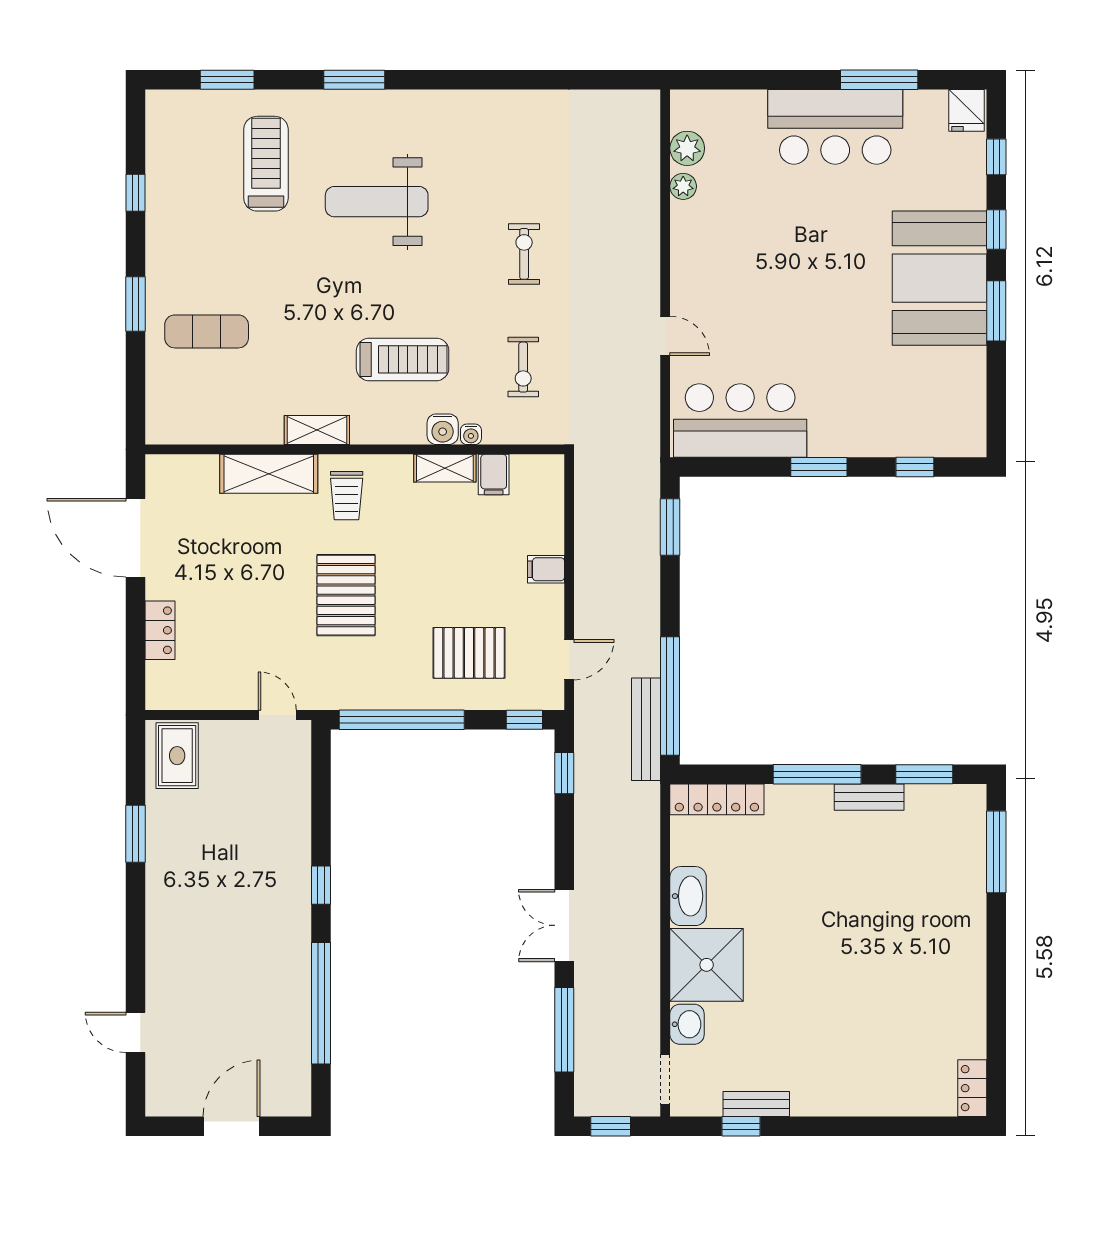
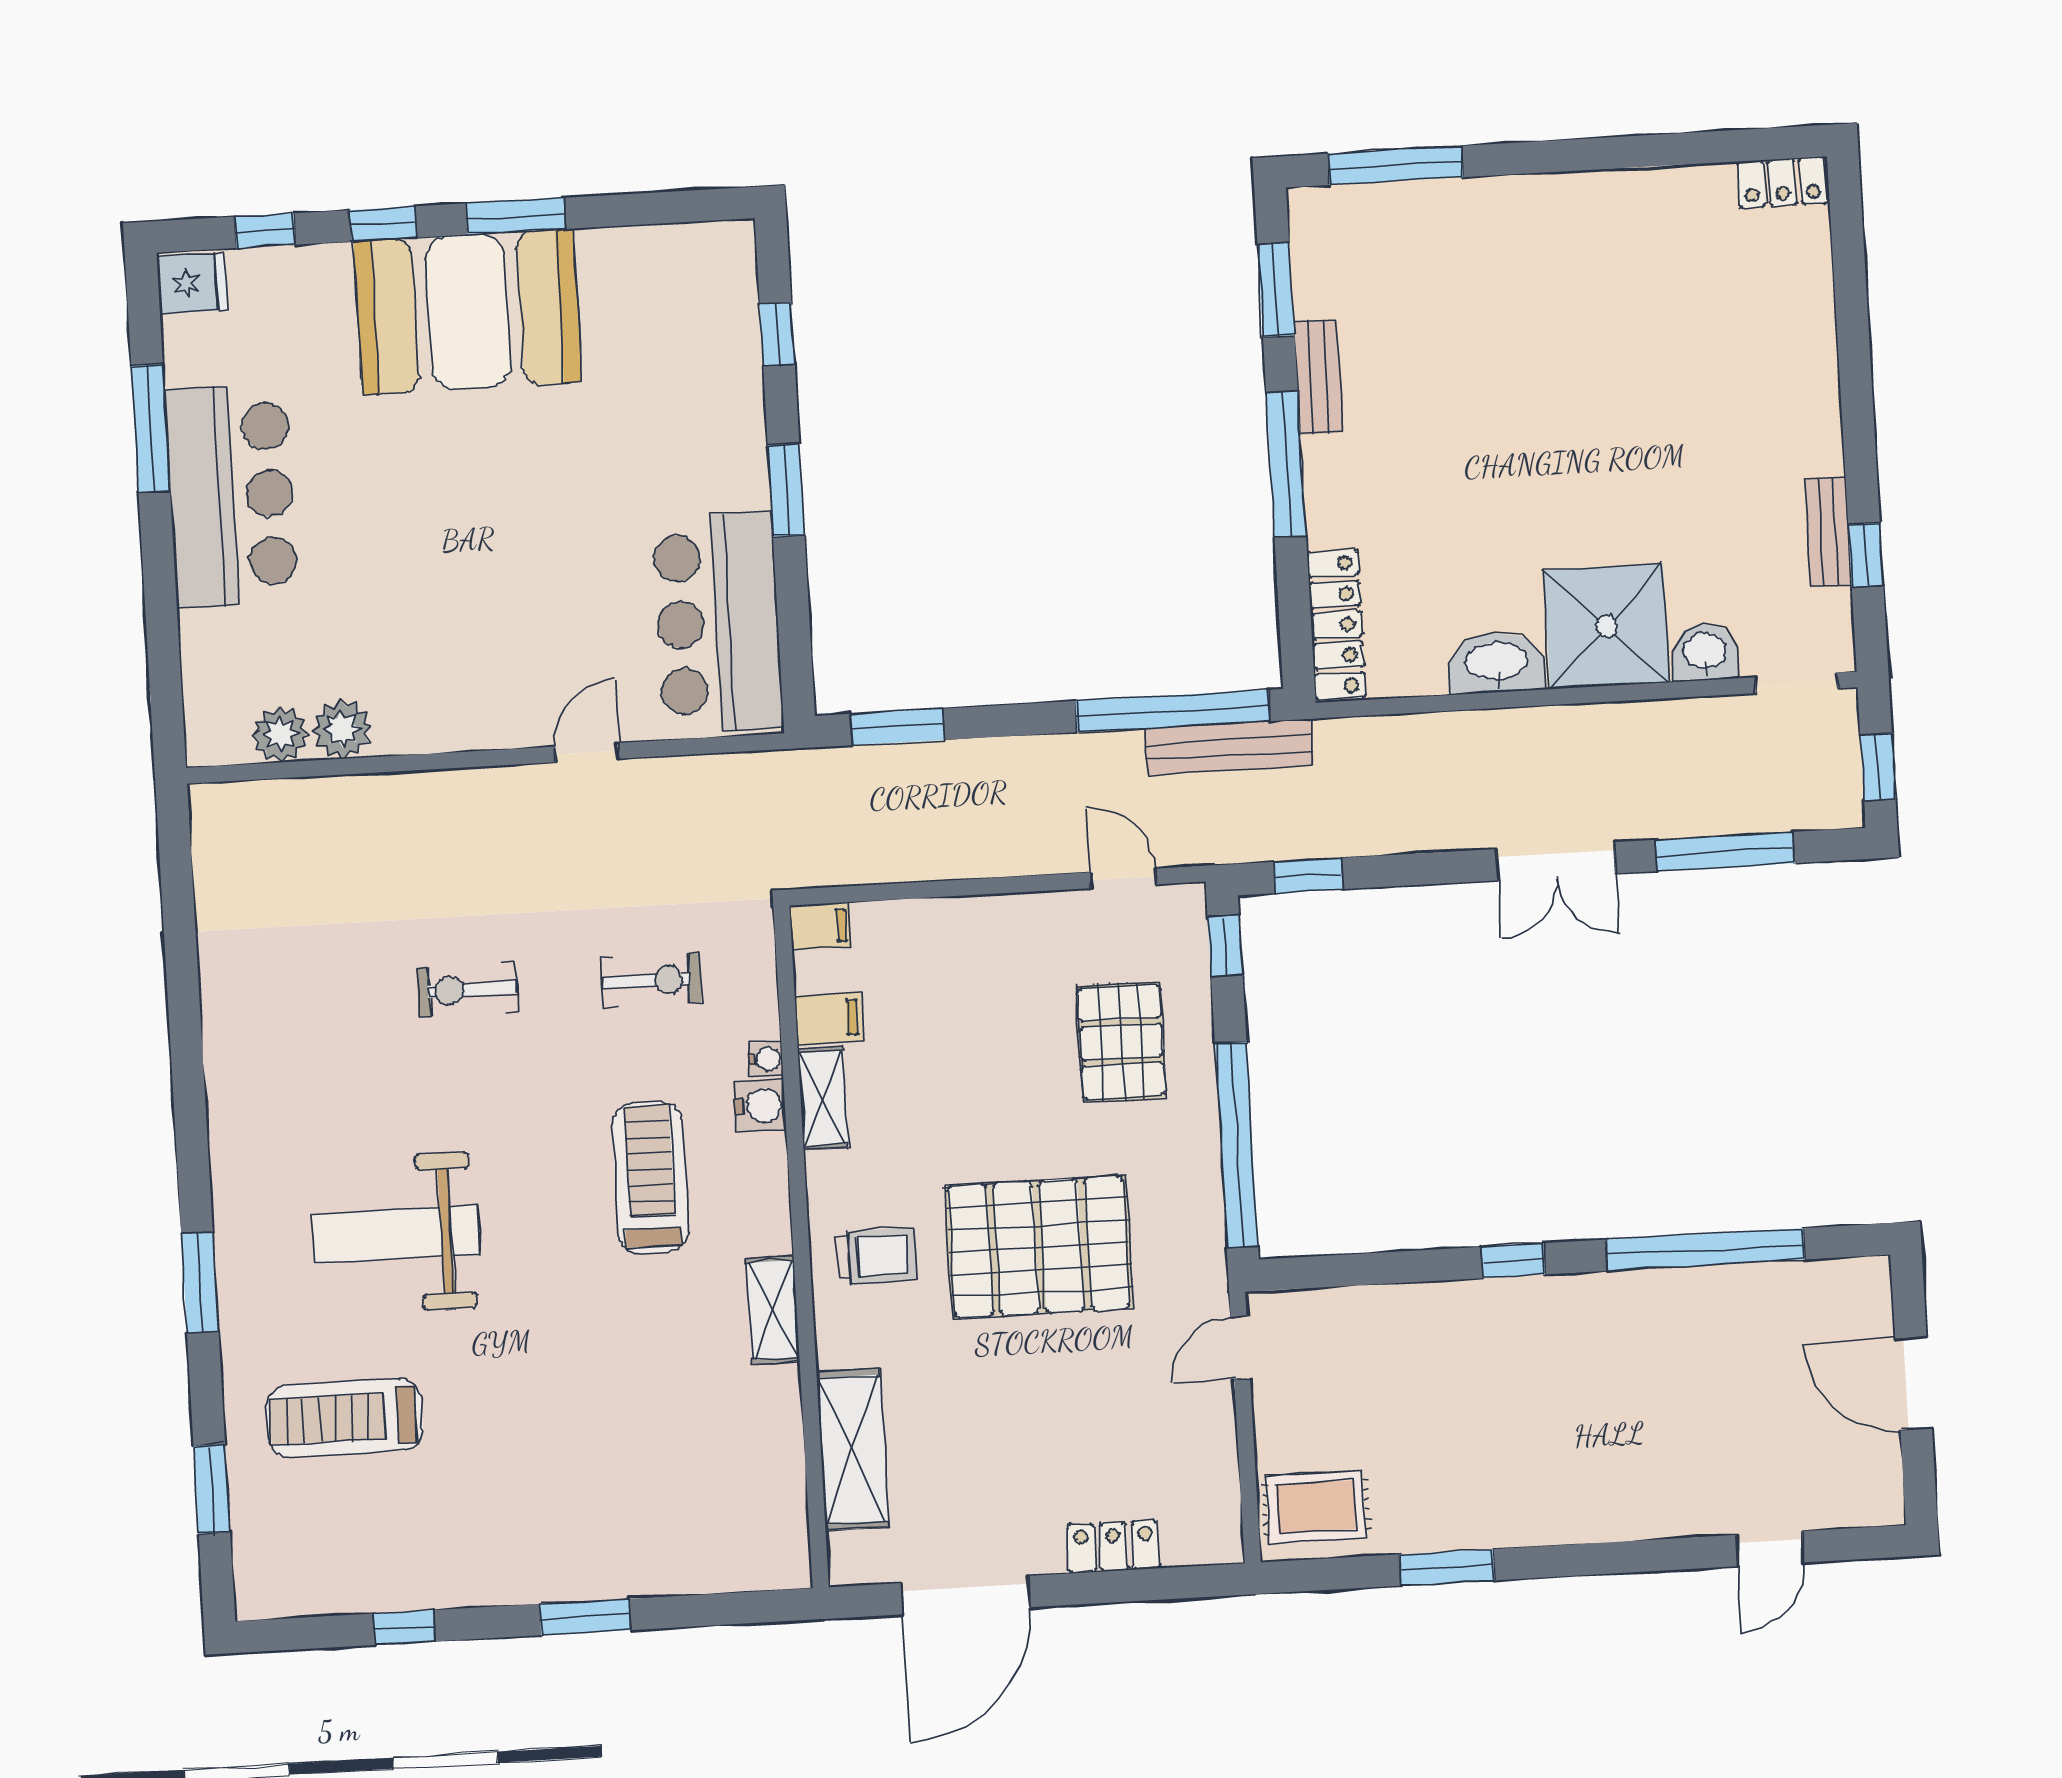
plant: (683, 186) -> (342, 729), width x1.38, depth x1.38
weight bench: (377, 202) -> (396, 1234), turned 90
exercise mat: (207, 331) -> (623, 1499), removed
shelving: (269, 474) -> (852, 1449), moved
filing cabinet: (546, 569) -> (820, 926), moved, turned -90
pallet: (346, 595) -> (1039, 1247), width x1.37, depth x1.41

